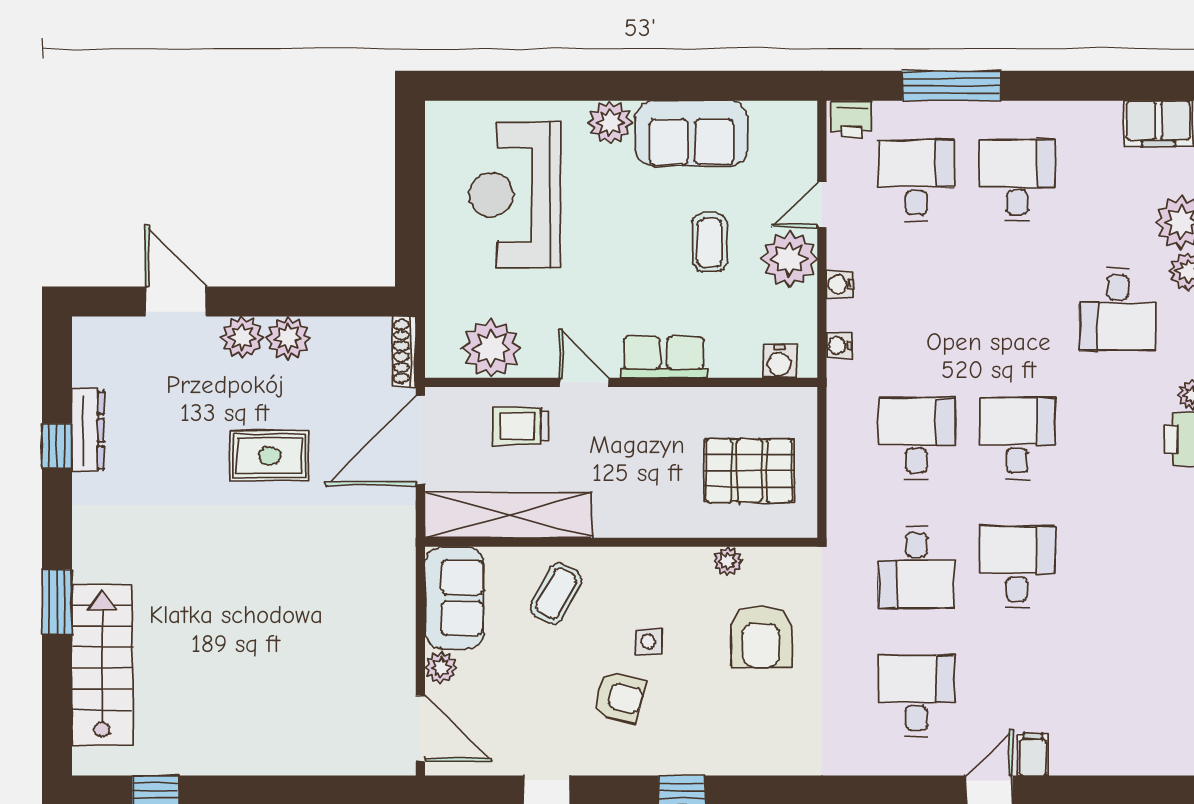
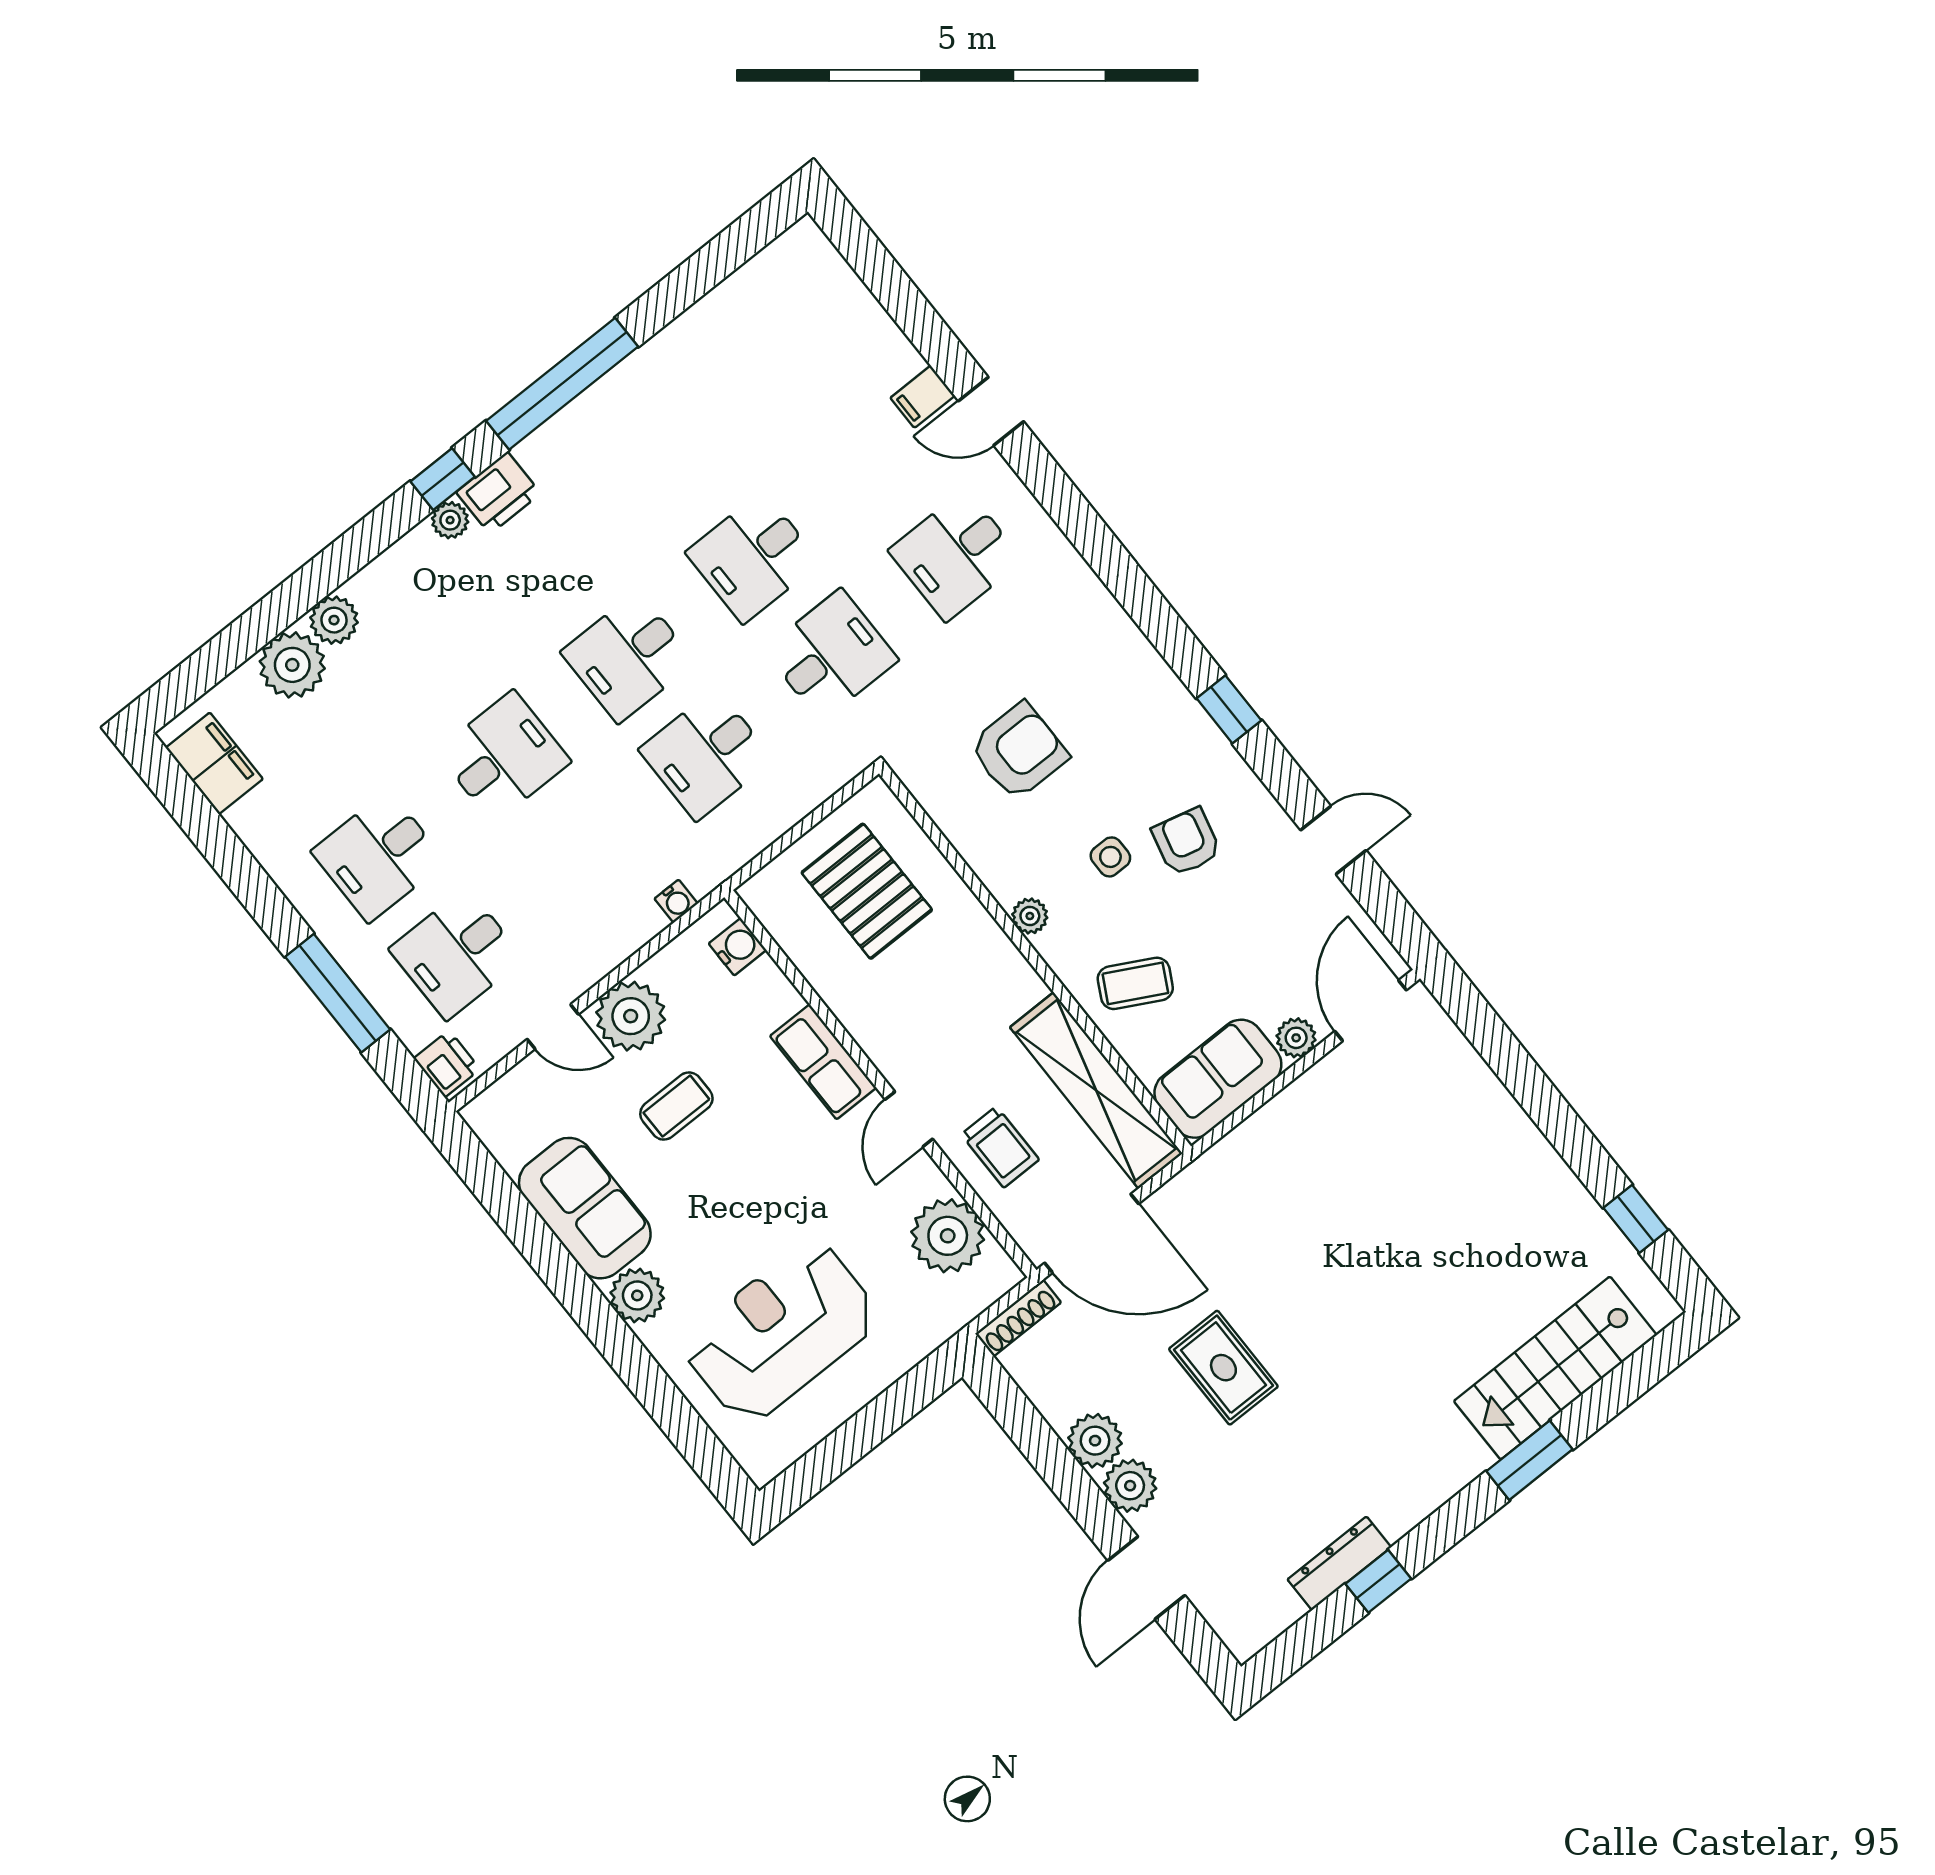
reception desk: (515, 195) -> (781, 1332), turned 180
water cooler: (840, 284) -> (616, 948), removed
desk: (1118, 309) -> (503, 757), moved
plant: (728, 561) -> (1030, 916), moved

